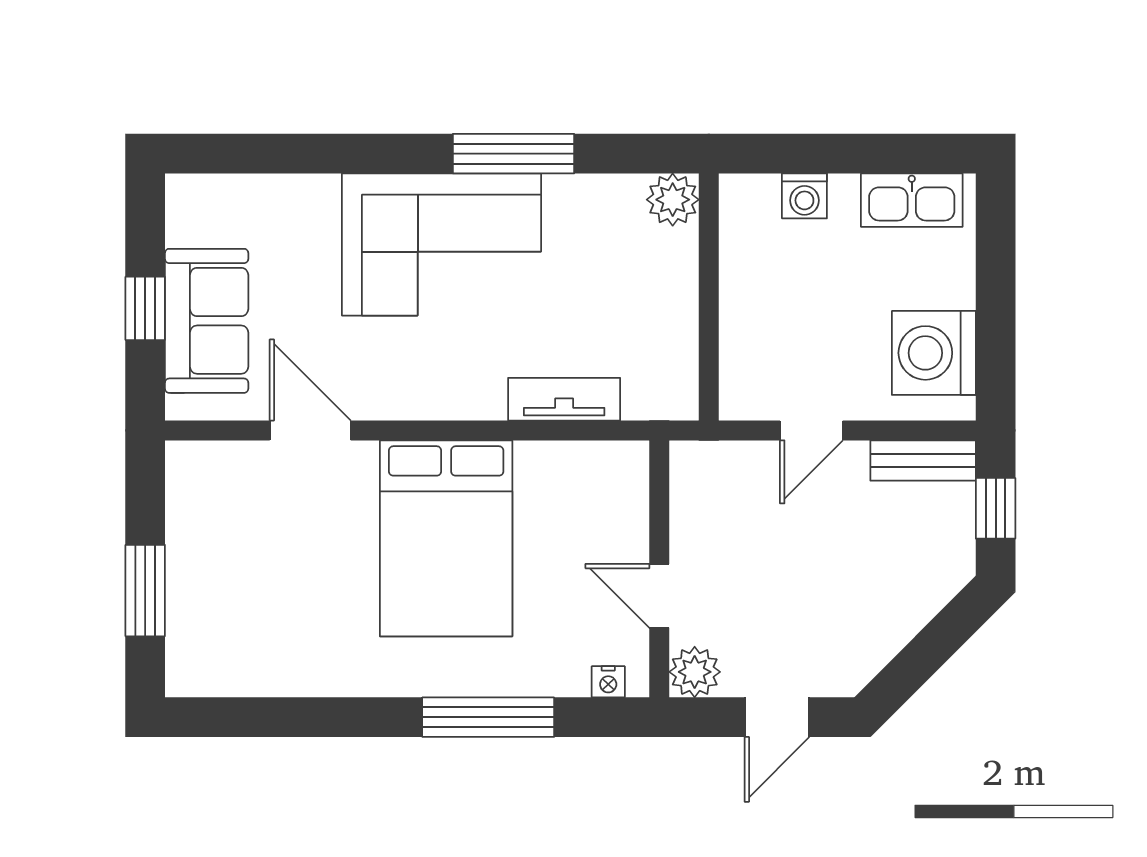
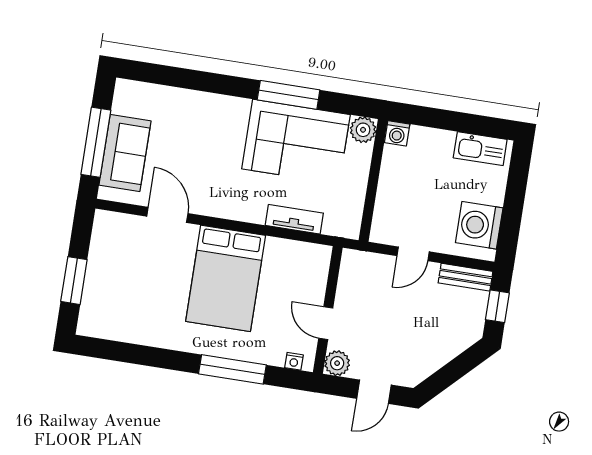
washing machine: (804, 196) -> (397, 133), moved
corner sofa: (441, 244) -> (296, 142), moved
window: (145, 308) -> (96, 142), width x2.17

